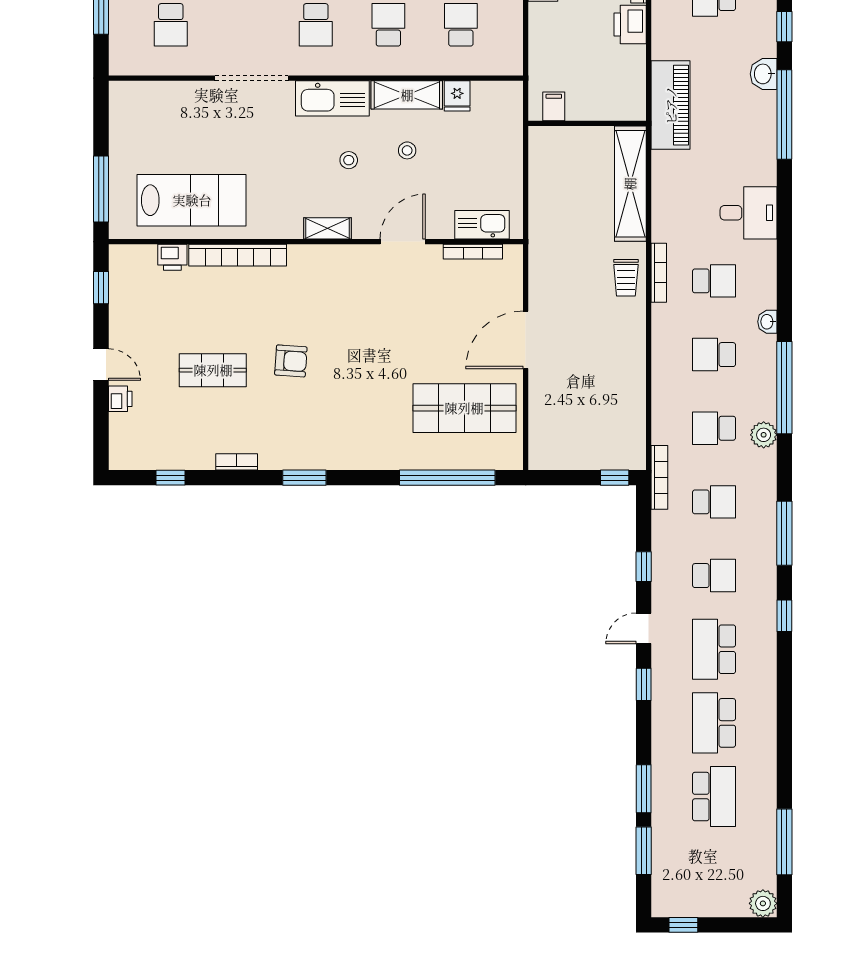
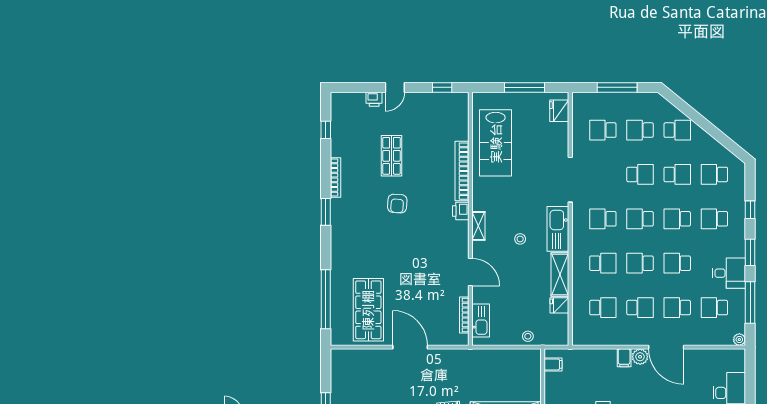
fridge: (139, 96) -> (559, 111), added
stool: (407, 150) -> (528, 336), moved
window: (101, 189) -> (525, 87), moved
printer: (172, 257) -> (461, 211), moved
bookcase: (237, 462) -> (335, 177), width x1.56

